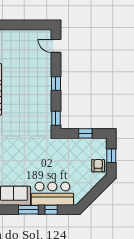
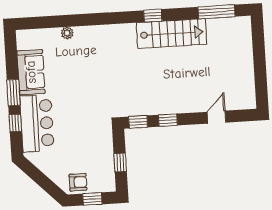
door: (56, 46) -> (216, 117), moved
window: (56, 83) -> (168, 120), moved

